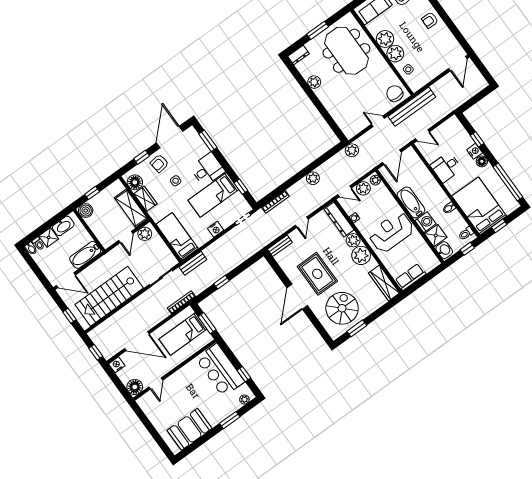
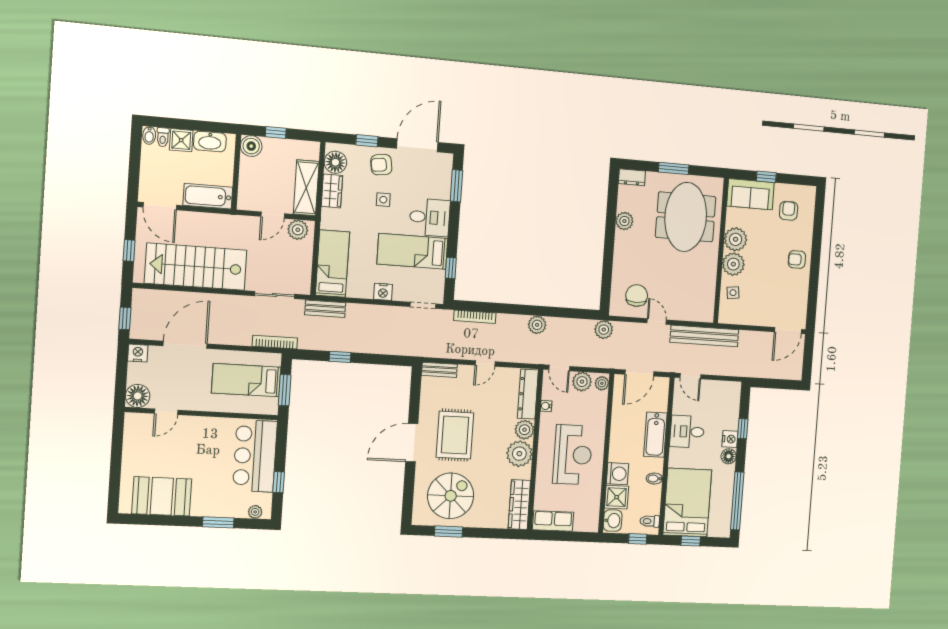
chair: (395, 94) -> (637, 295), moved
bathtub: (411, 202) -> (655, 435), moved, turned 180
reception desk: (391, 232) -> (573, 455), turned 90
door: (137, 341) -> (185, 345), swing flipped

